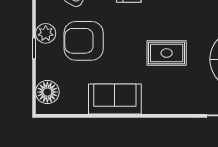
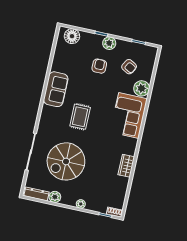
armchair: (84, 41) -> (99, 66), width x0.53, depth x0.53
sofa: (115, 99) -> (56, 89), moved

